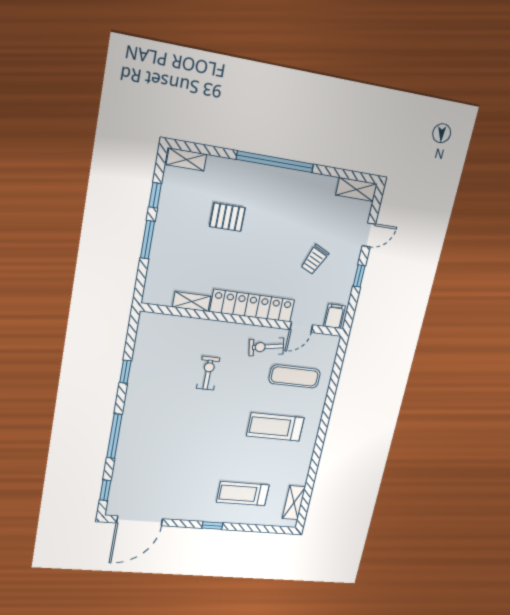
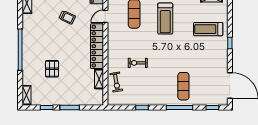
door: (301, 327) -> (105, 16), swing flipped
exercise bike: (266, 347) -> (116, 82), moved
exercise mat: (152, 446) -> (183, 86), added
treadmill: (243, 494) -> (208, 29), turned 90

